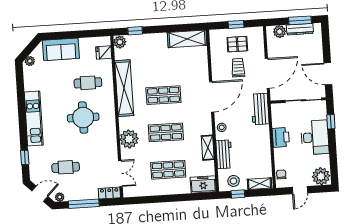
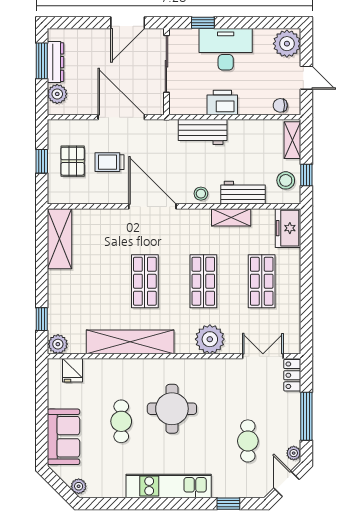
cafe table: (88, 83) -> (121, 421), moved
workbench: (260, 109) -> (203, 132), moved

